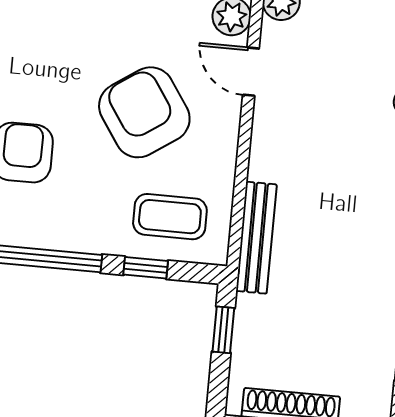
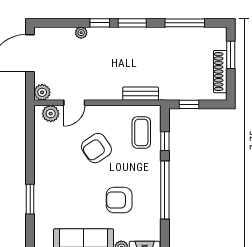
armchair: (144, 112) -> (96, 148), width x0.73, depth x0.73
bench: (256, 238) -> (141, 94), width x0.73

